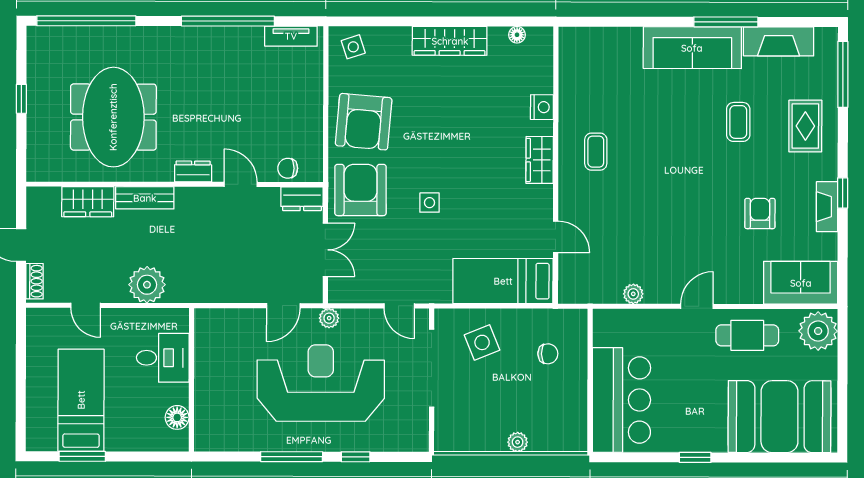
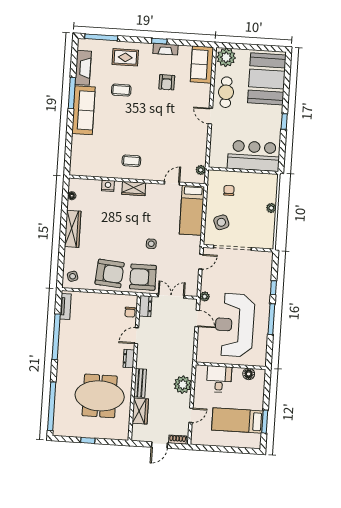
armchair: (760, 213) -> (167, 82), turned -90
plant: (633, 294) -> (201, 170), moved
reception desk: (321, 383) -> (234, 325), moved

